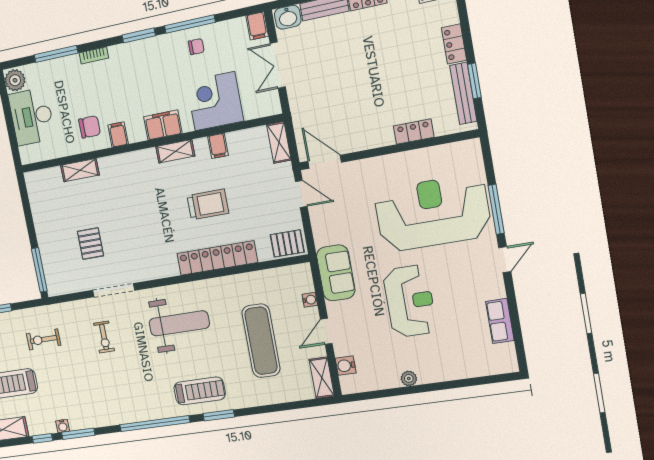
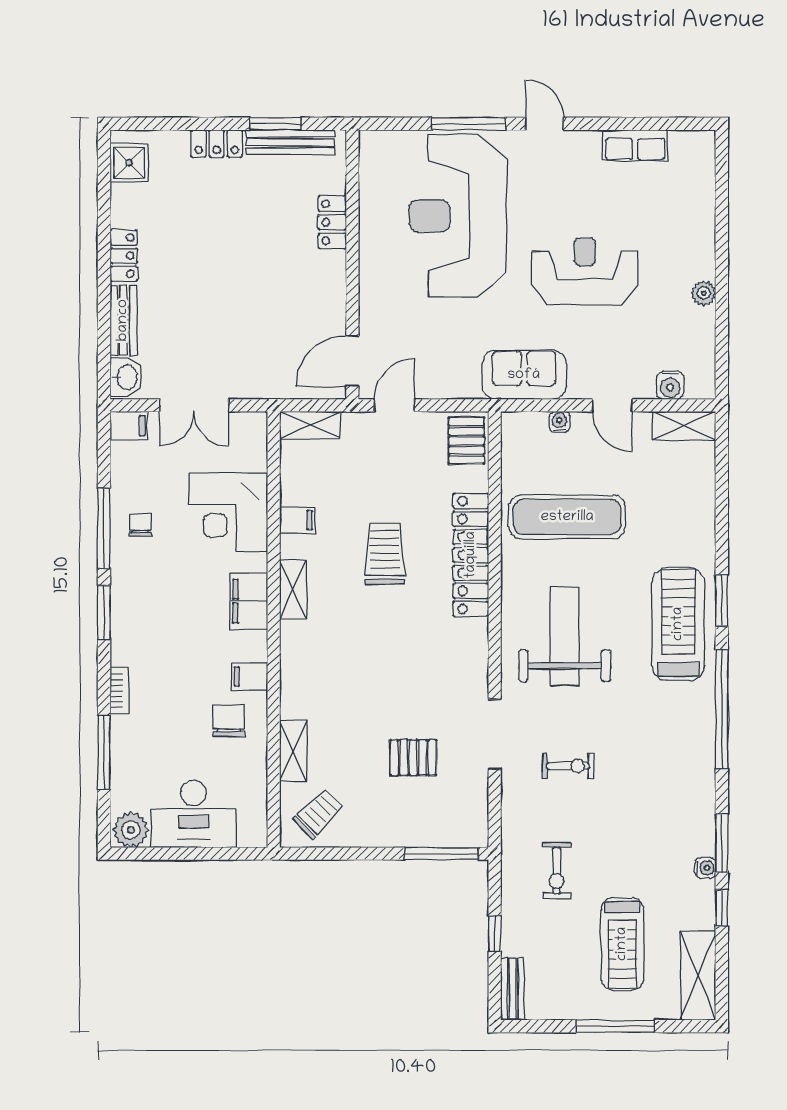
trolley: (47, 192) -> (318, 813), added
exercise mat: (261, 341) -> (567, 517), moved
treadmill: (200, 391) -> (678, 624), width x1.37, depth x1.38

